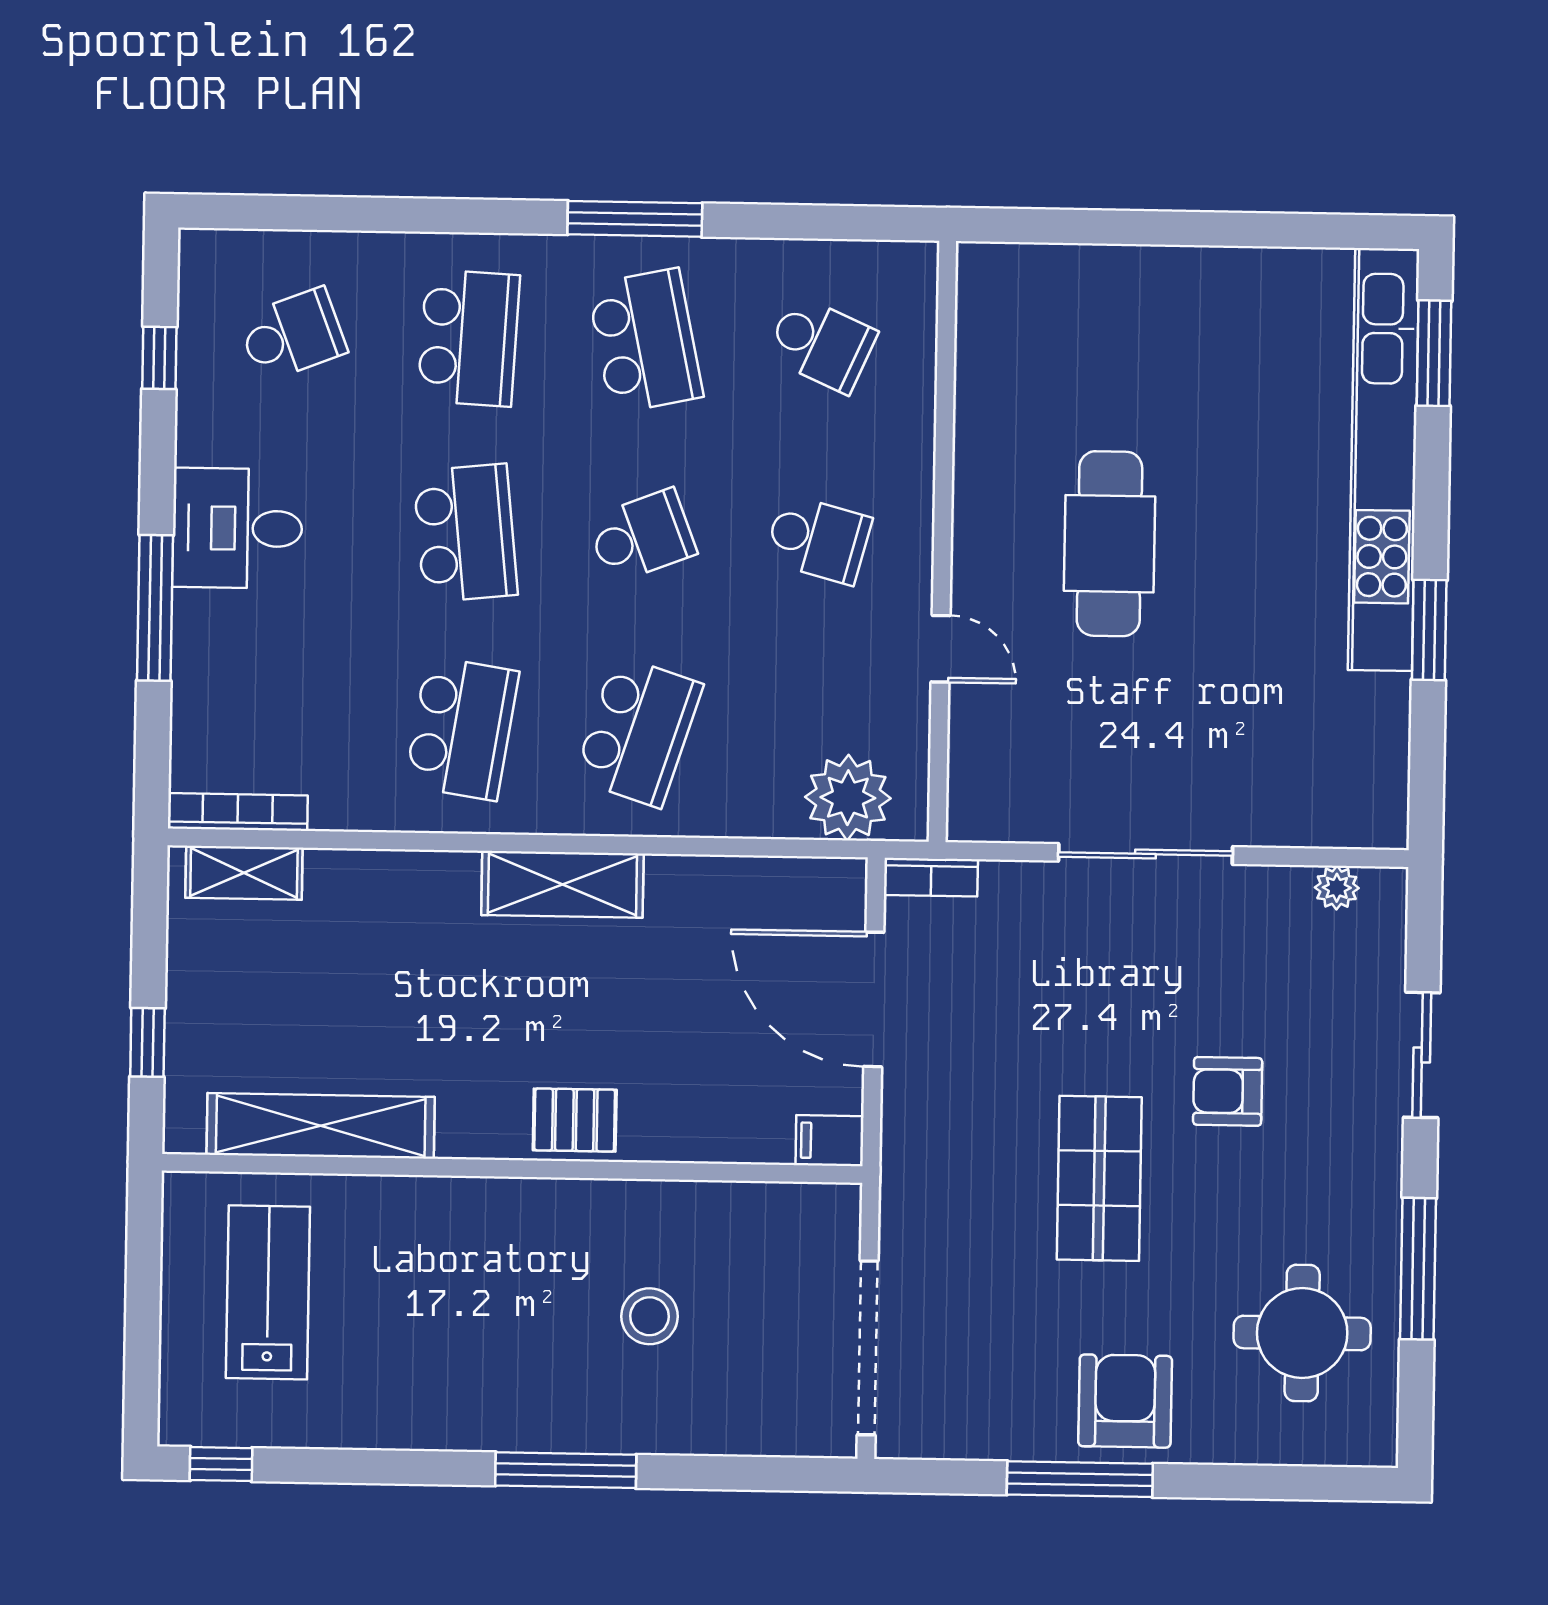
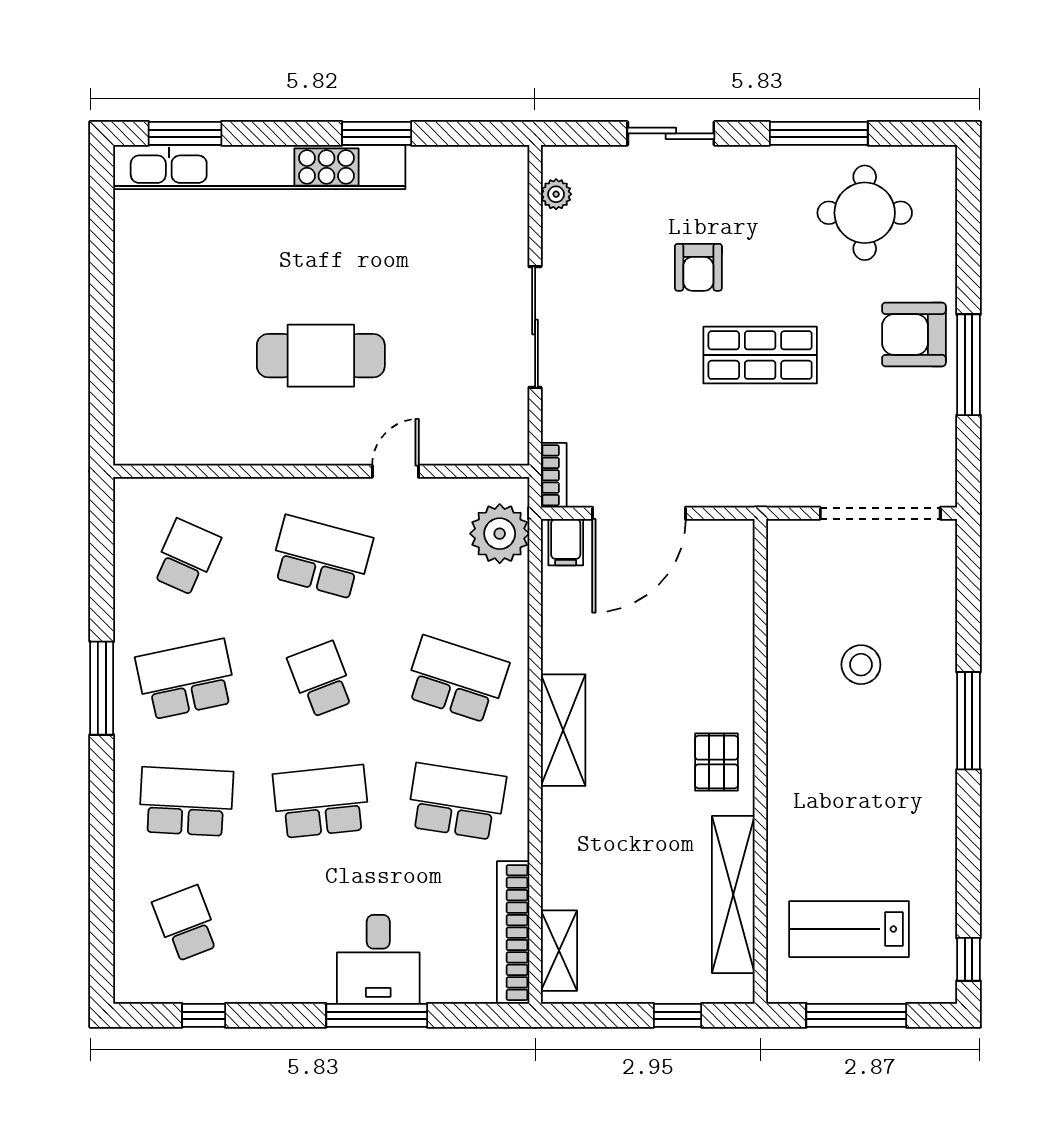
desk: (237, 528) -> (378, 959), moved
school desk: (818, 539) -> (321, 557), width x1.85
bookcase: (238, 812) -> (513, 933), width x1.48, depth x1.31
pallet: (575, 1120) -> (716, 762), moved
filing cabinet: (829, 1141) -> (566, 542), moved
window: (143, 1301) -> (856, 1015), added

